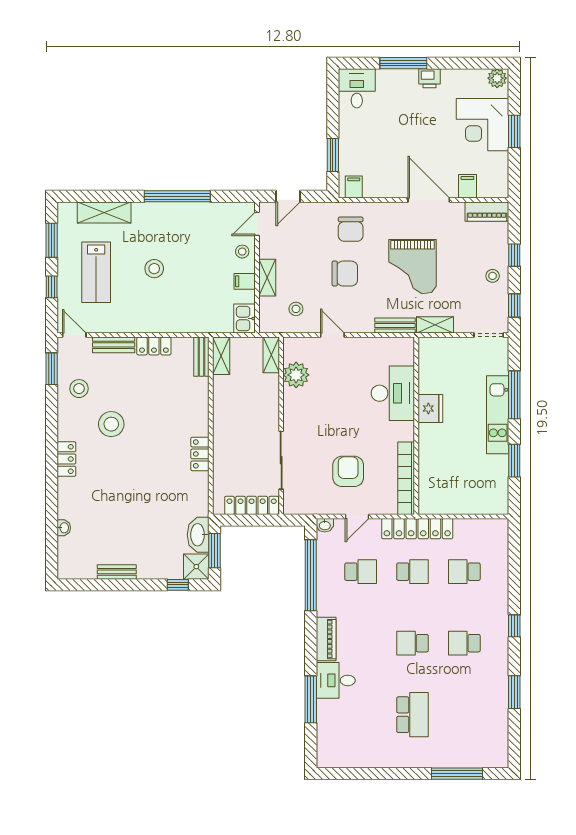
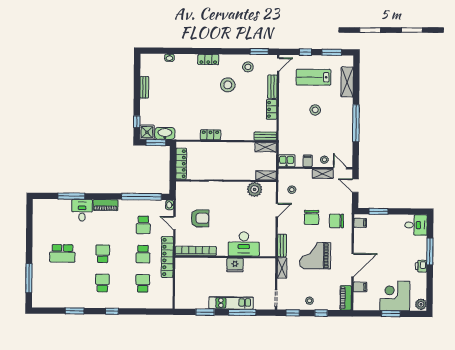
shelving: (267, 278) -> (323, 174), moved

